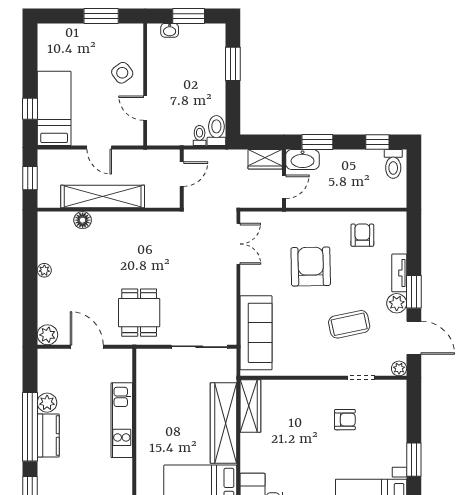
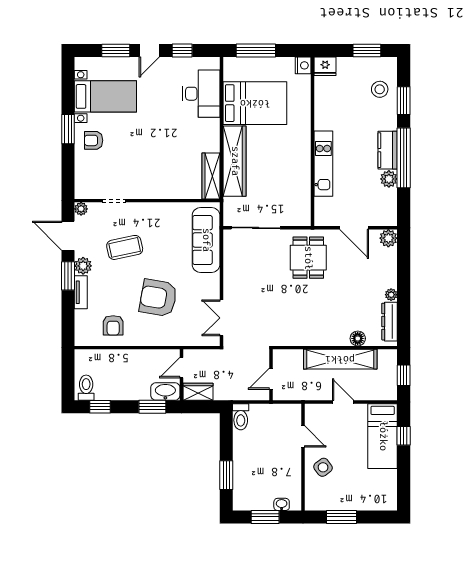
toilet: (200, 136) -> (255, 412), removed
dresser: (46, 240) -> (390, 322), added
armchair: (311, 267) -> (158, 298), turned 101
armchair: (345, 420) -> (94, 140), moved

